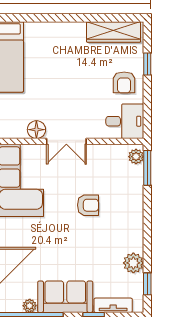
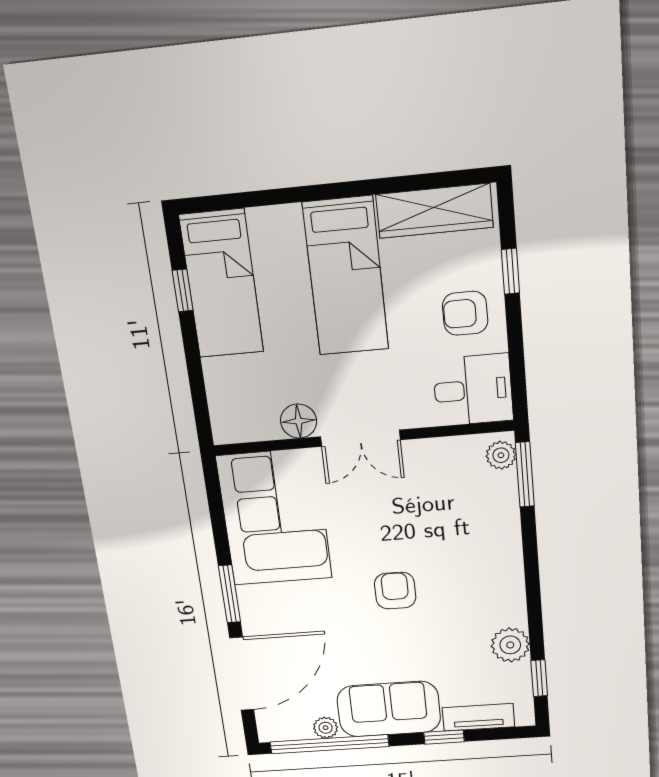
bed: (68, 59) -> (346, 277), added
armchair: (124, 82) -> (465, 313), turned 90
armchair: (88, 205) -> (395, 591), moved, turned -90

